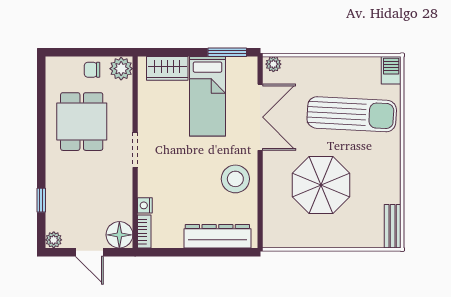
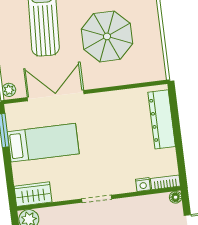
wardrobe: (167, 68) -> (33, 194), moved, turned -90
stool: (235, 179) -> (111, 110), removed
floor lamp: (119, 235) -> (176, 197), width x0.53, depth x0.53

